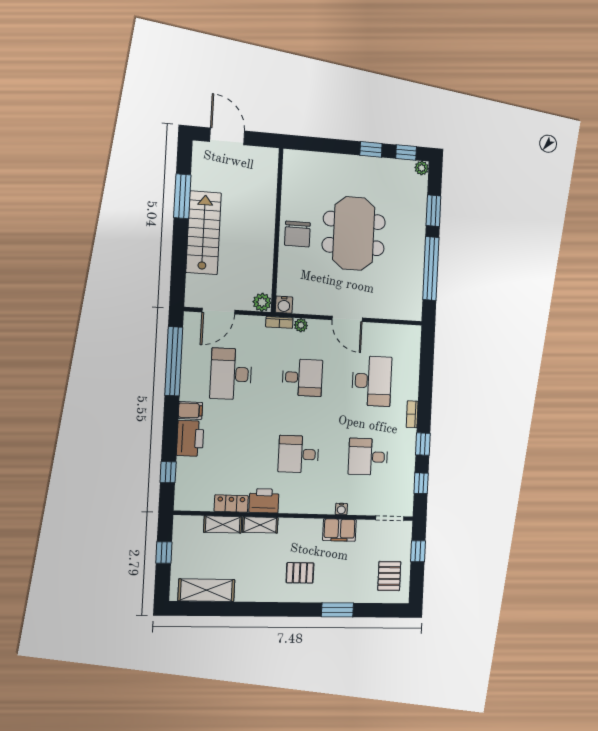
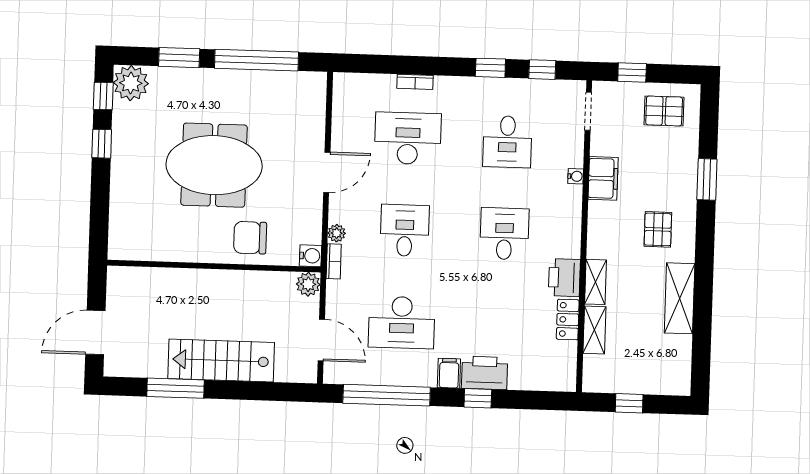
plant: (422, 168) -> (131, 83), width x1.87, depth x1.87
chair: (297, 234) -> (250, 238), moved, turned 180
bookcase: (412, 414) -> (415, 82), moved
desk: (298, 454) -> (504, 234), turned 180
window: (168, 472) -> (478, 398), moved
shelving: (206, 590) -> (680, 298), moved

